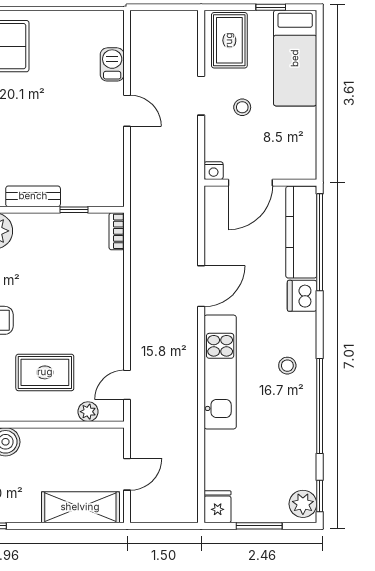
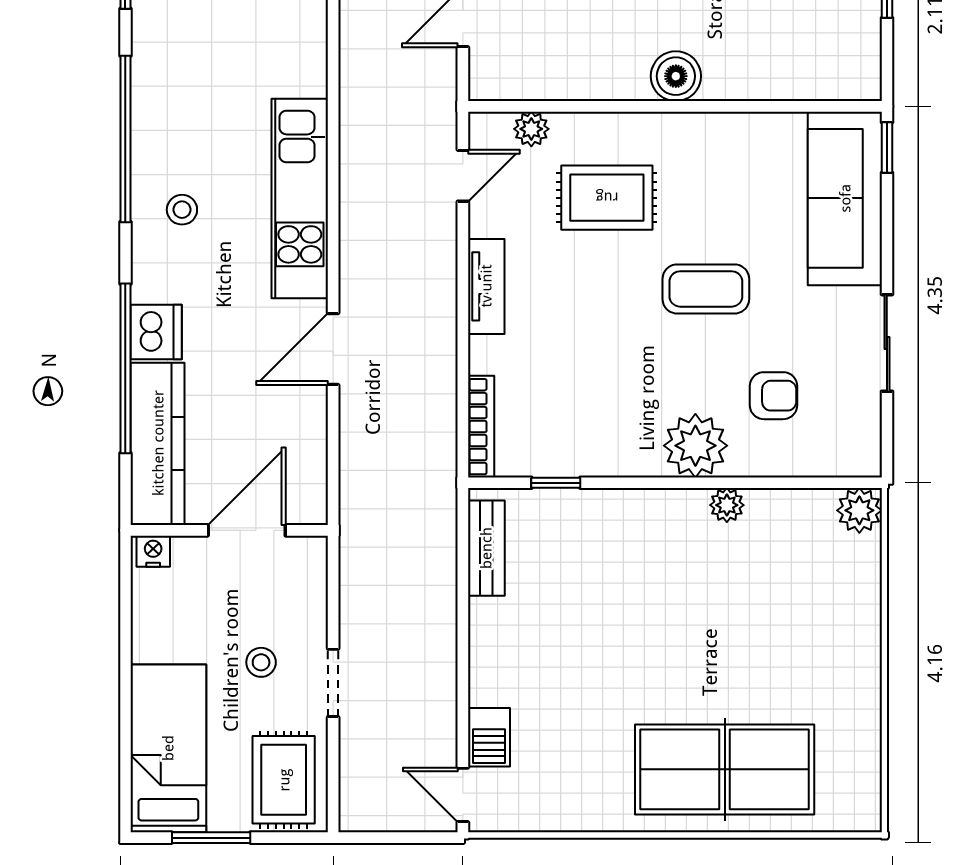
window: (271, 7) -> (211, 838), width x1.50
door: (127, 111) -> (463, 795), moved
nightstand: (214, 171) -> (153, 551), moved
bench: (33, 196) -> (486, 548), moved, turned 90
bookcase: (117, 231) -> (481, 427), width x1.56
window: (320, 242) -> (125, 368), moved
tv unit: (114, 322) -> (486, 286), added

